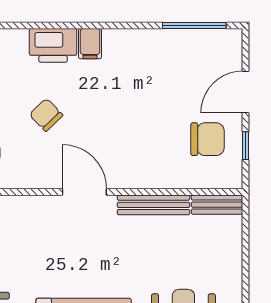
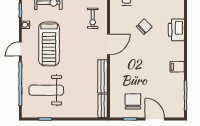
filing cabinet: (90, 44) -> (177, 67), moved
chair: (208, 139) -> (133, 101), turned 180
exercise bike: (28, 226) -> (93, 18), added

